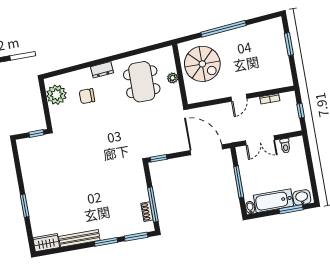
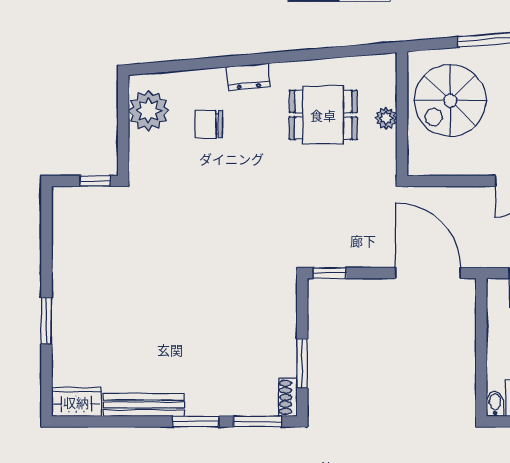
spiral stairs: (202, 64) -> (450, 101), turned 90
dining table: (142, 82) -> (323, 115), width x0.73
window: (239, 182) -> (481, 349), removed
window: (153, 204) -> (302, 363), width x0.69
shoe rack: (147, 212) -> (288, 397), moved

